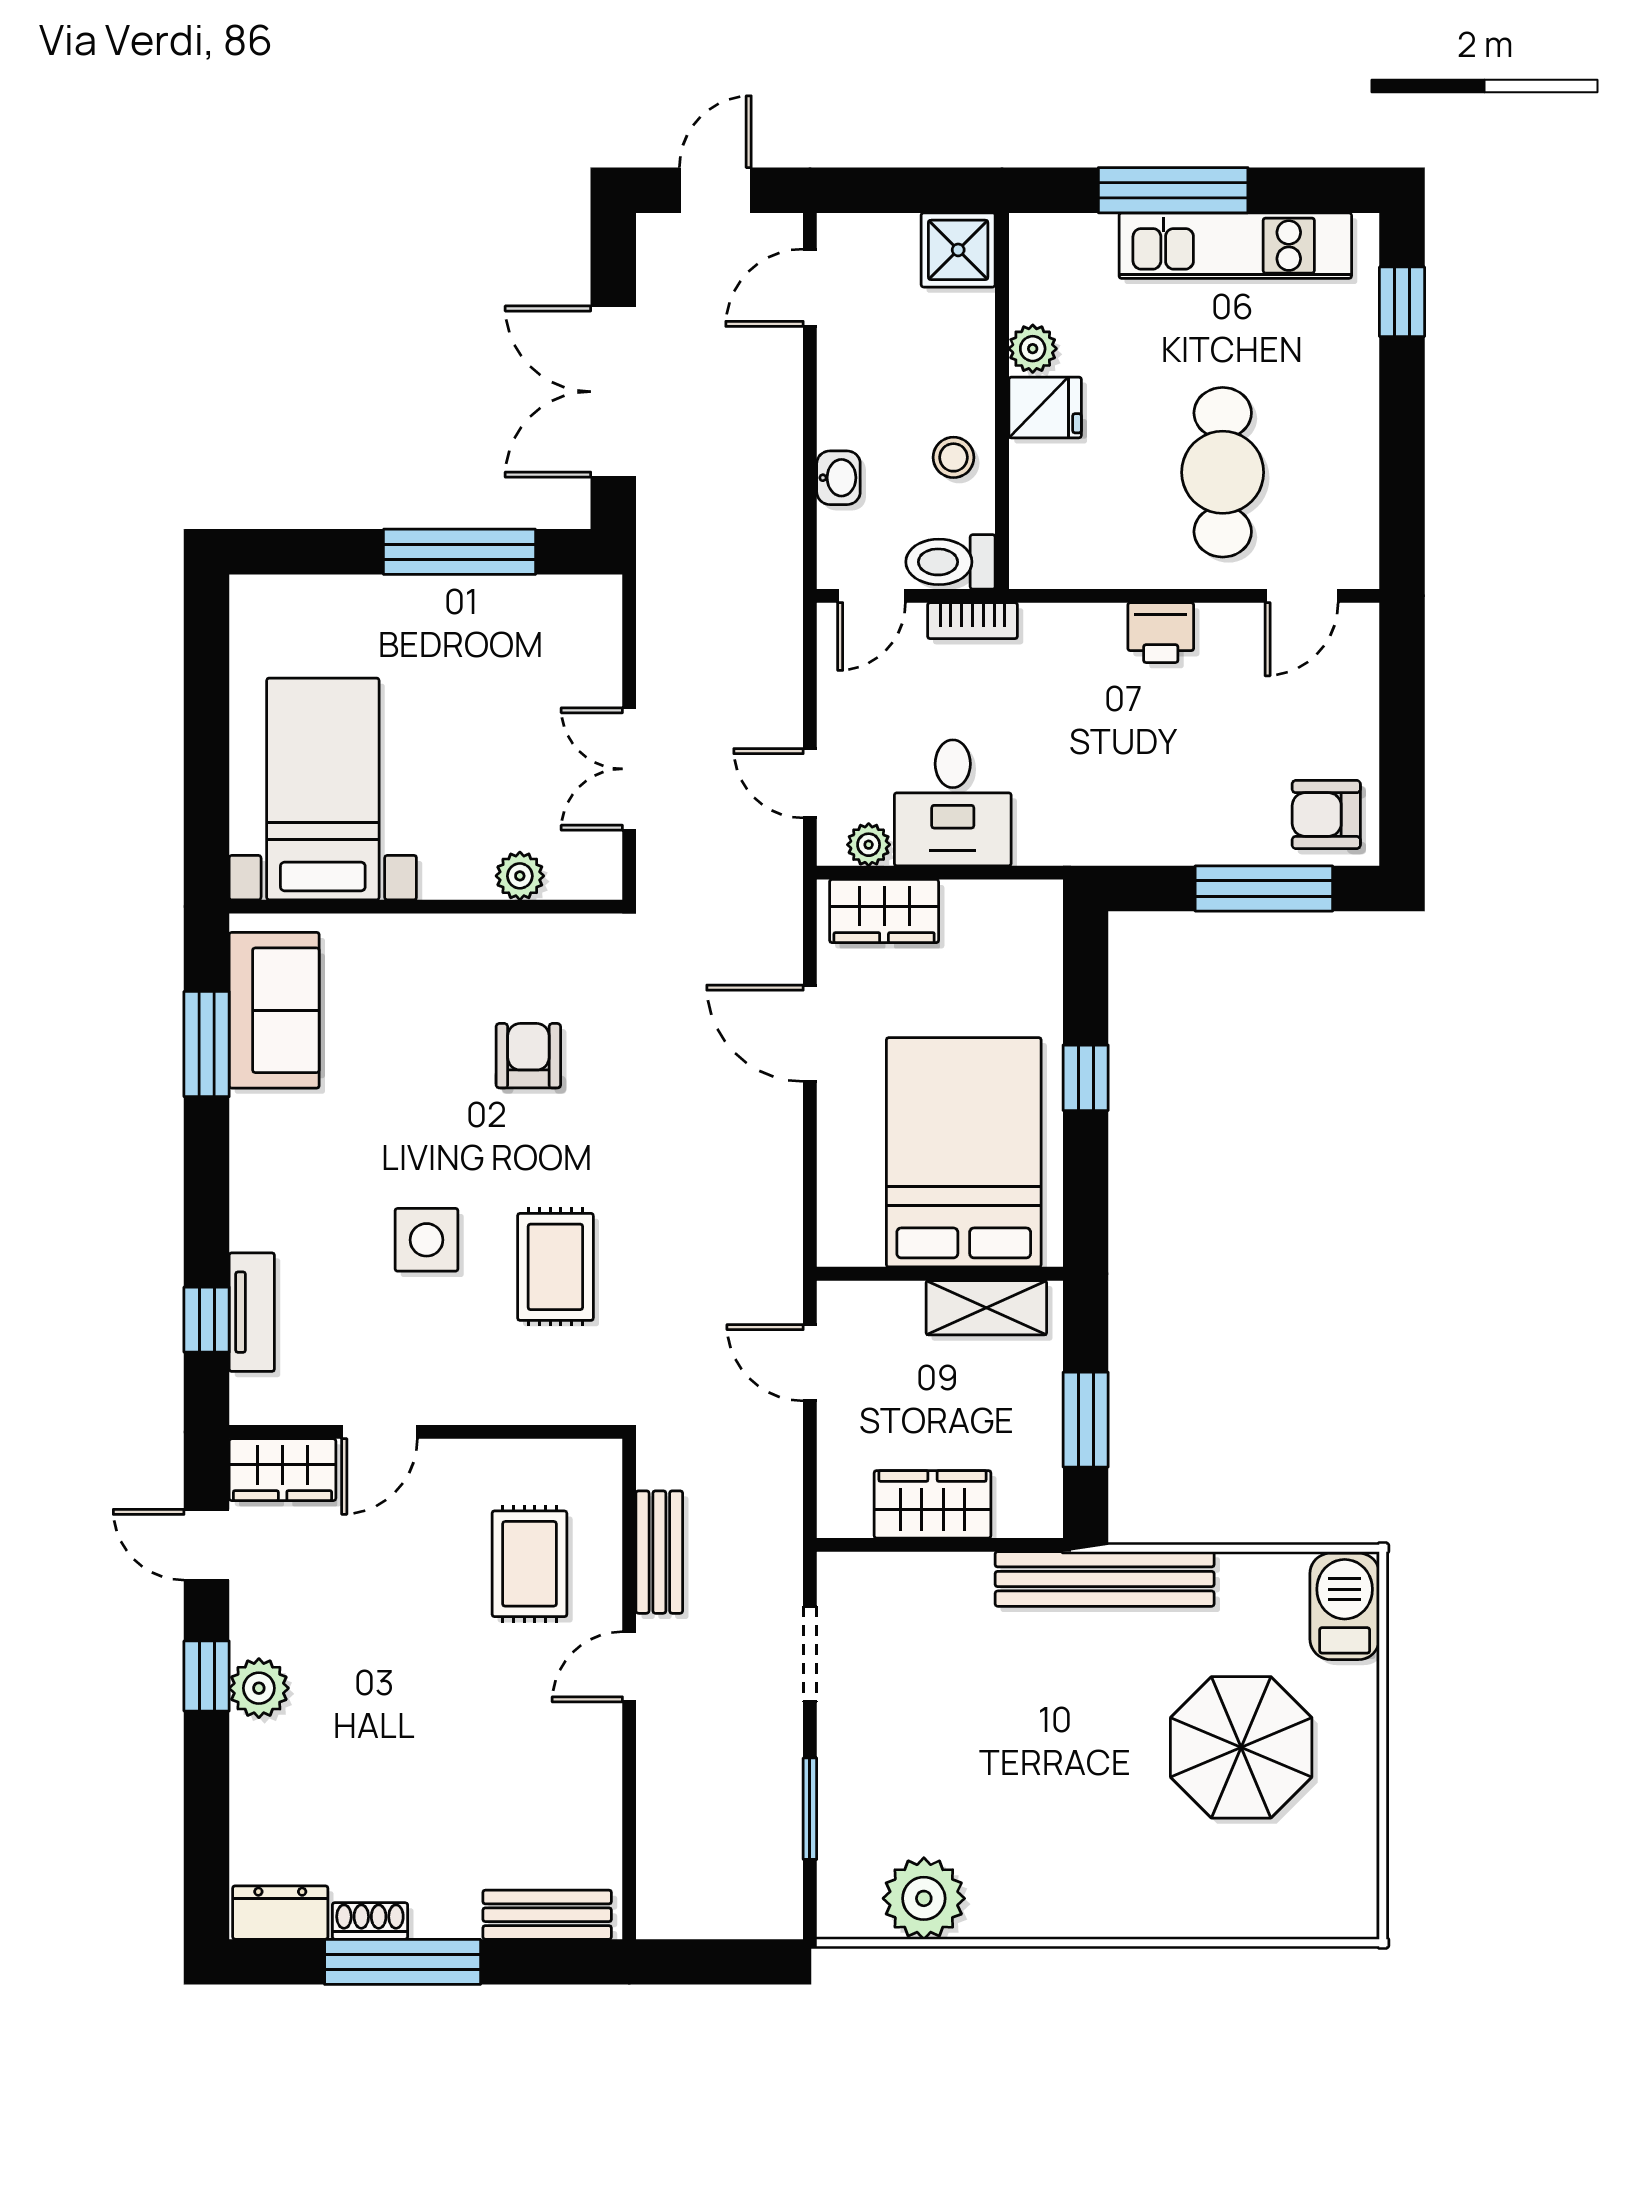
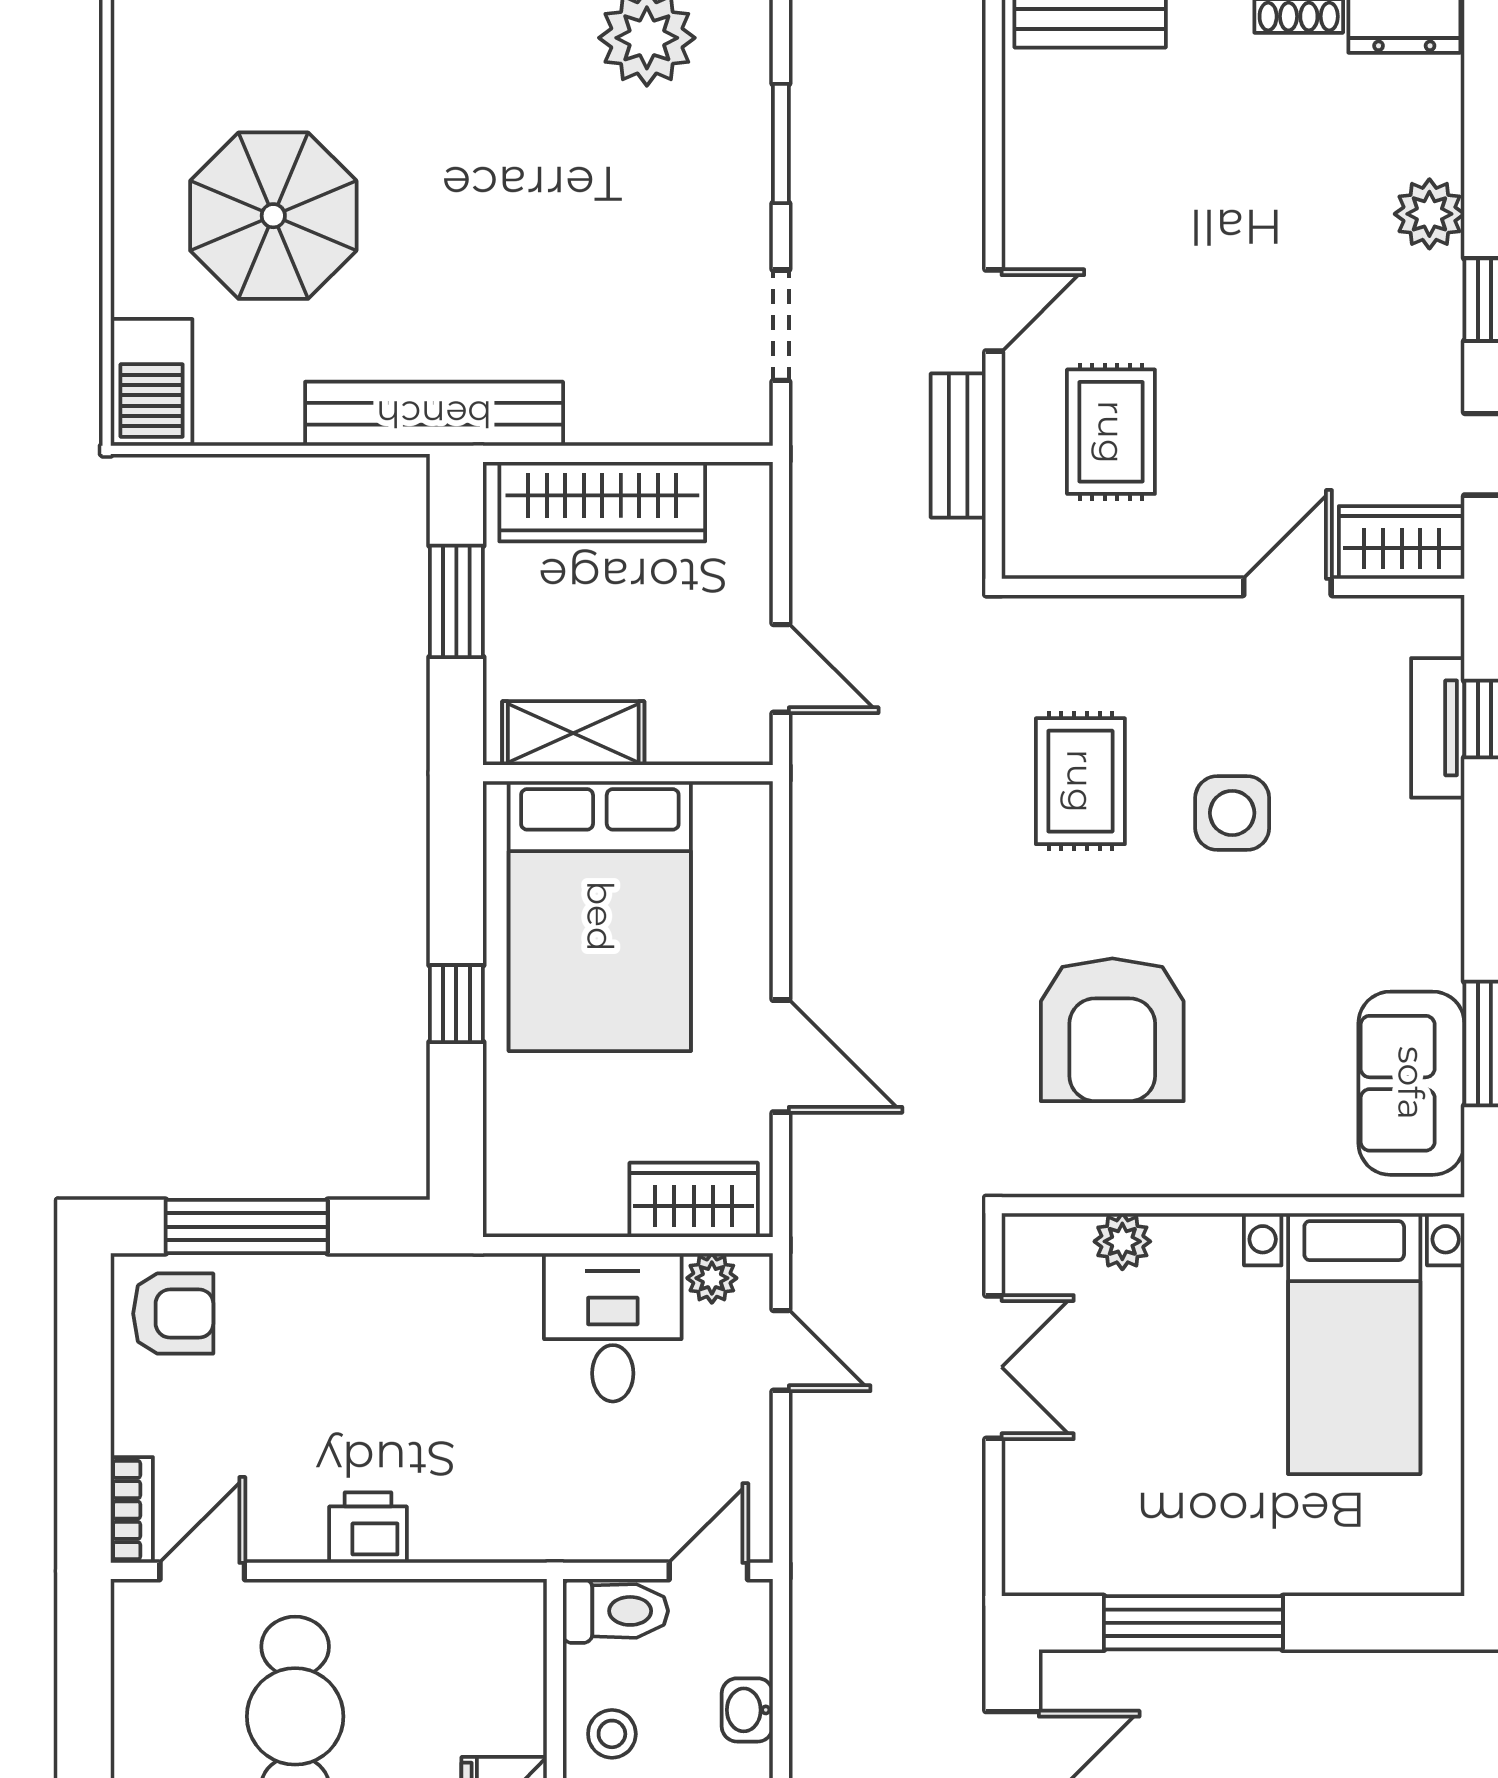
bookcase: (973, 621) -> (132, 1510), moved, turned 90
armchair: (528, 1056) -> (1112, 1030), width x1.88, depth x1.88
wardrobe: (933, 1504) -> (602, 502), width x1.50
plant: (259, 1688) -> (1429, 214), moved

